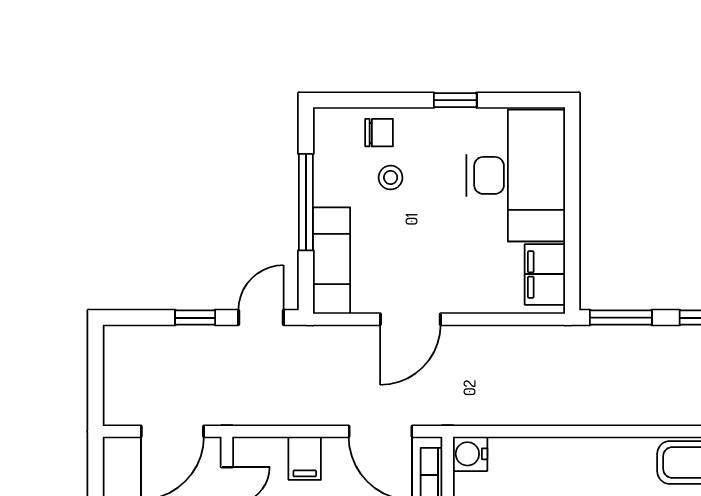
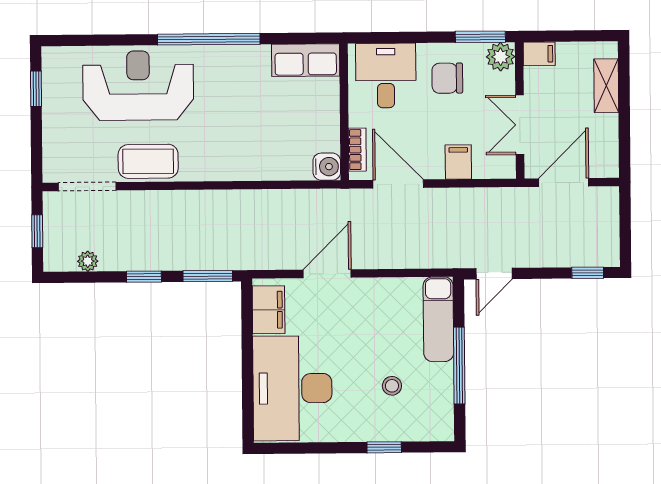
window: (455, 100) -> (384, 447), moved
chair: (379, 133) -> (401, 421), removed
window: (195, 318) -> (588, 273), moved
door: (410, 319) -> (327, 274), moved

